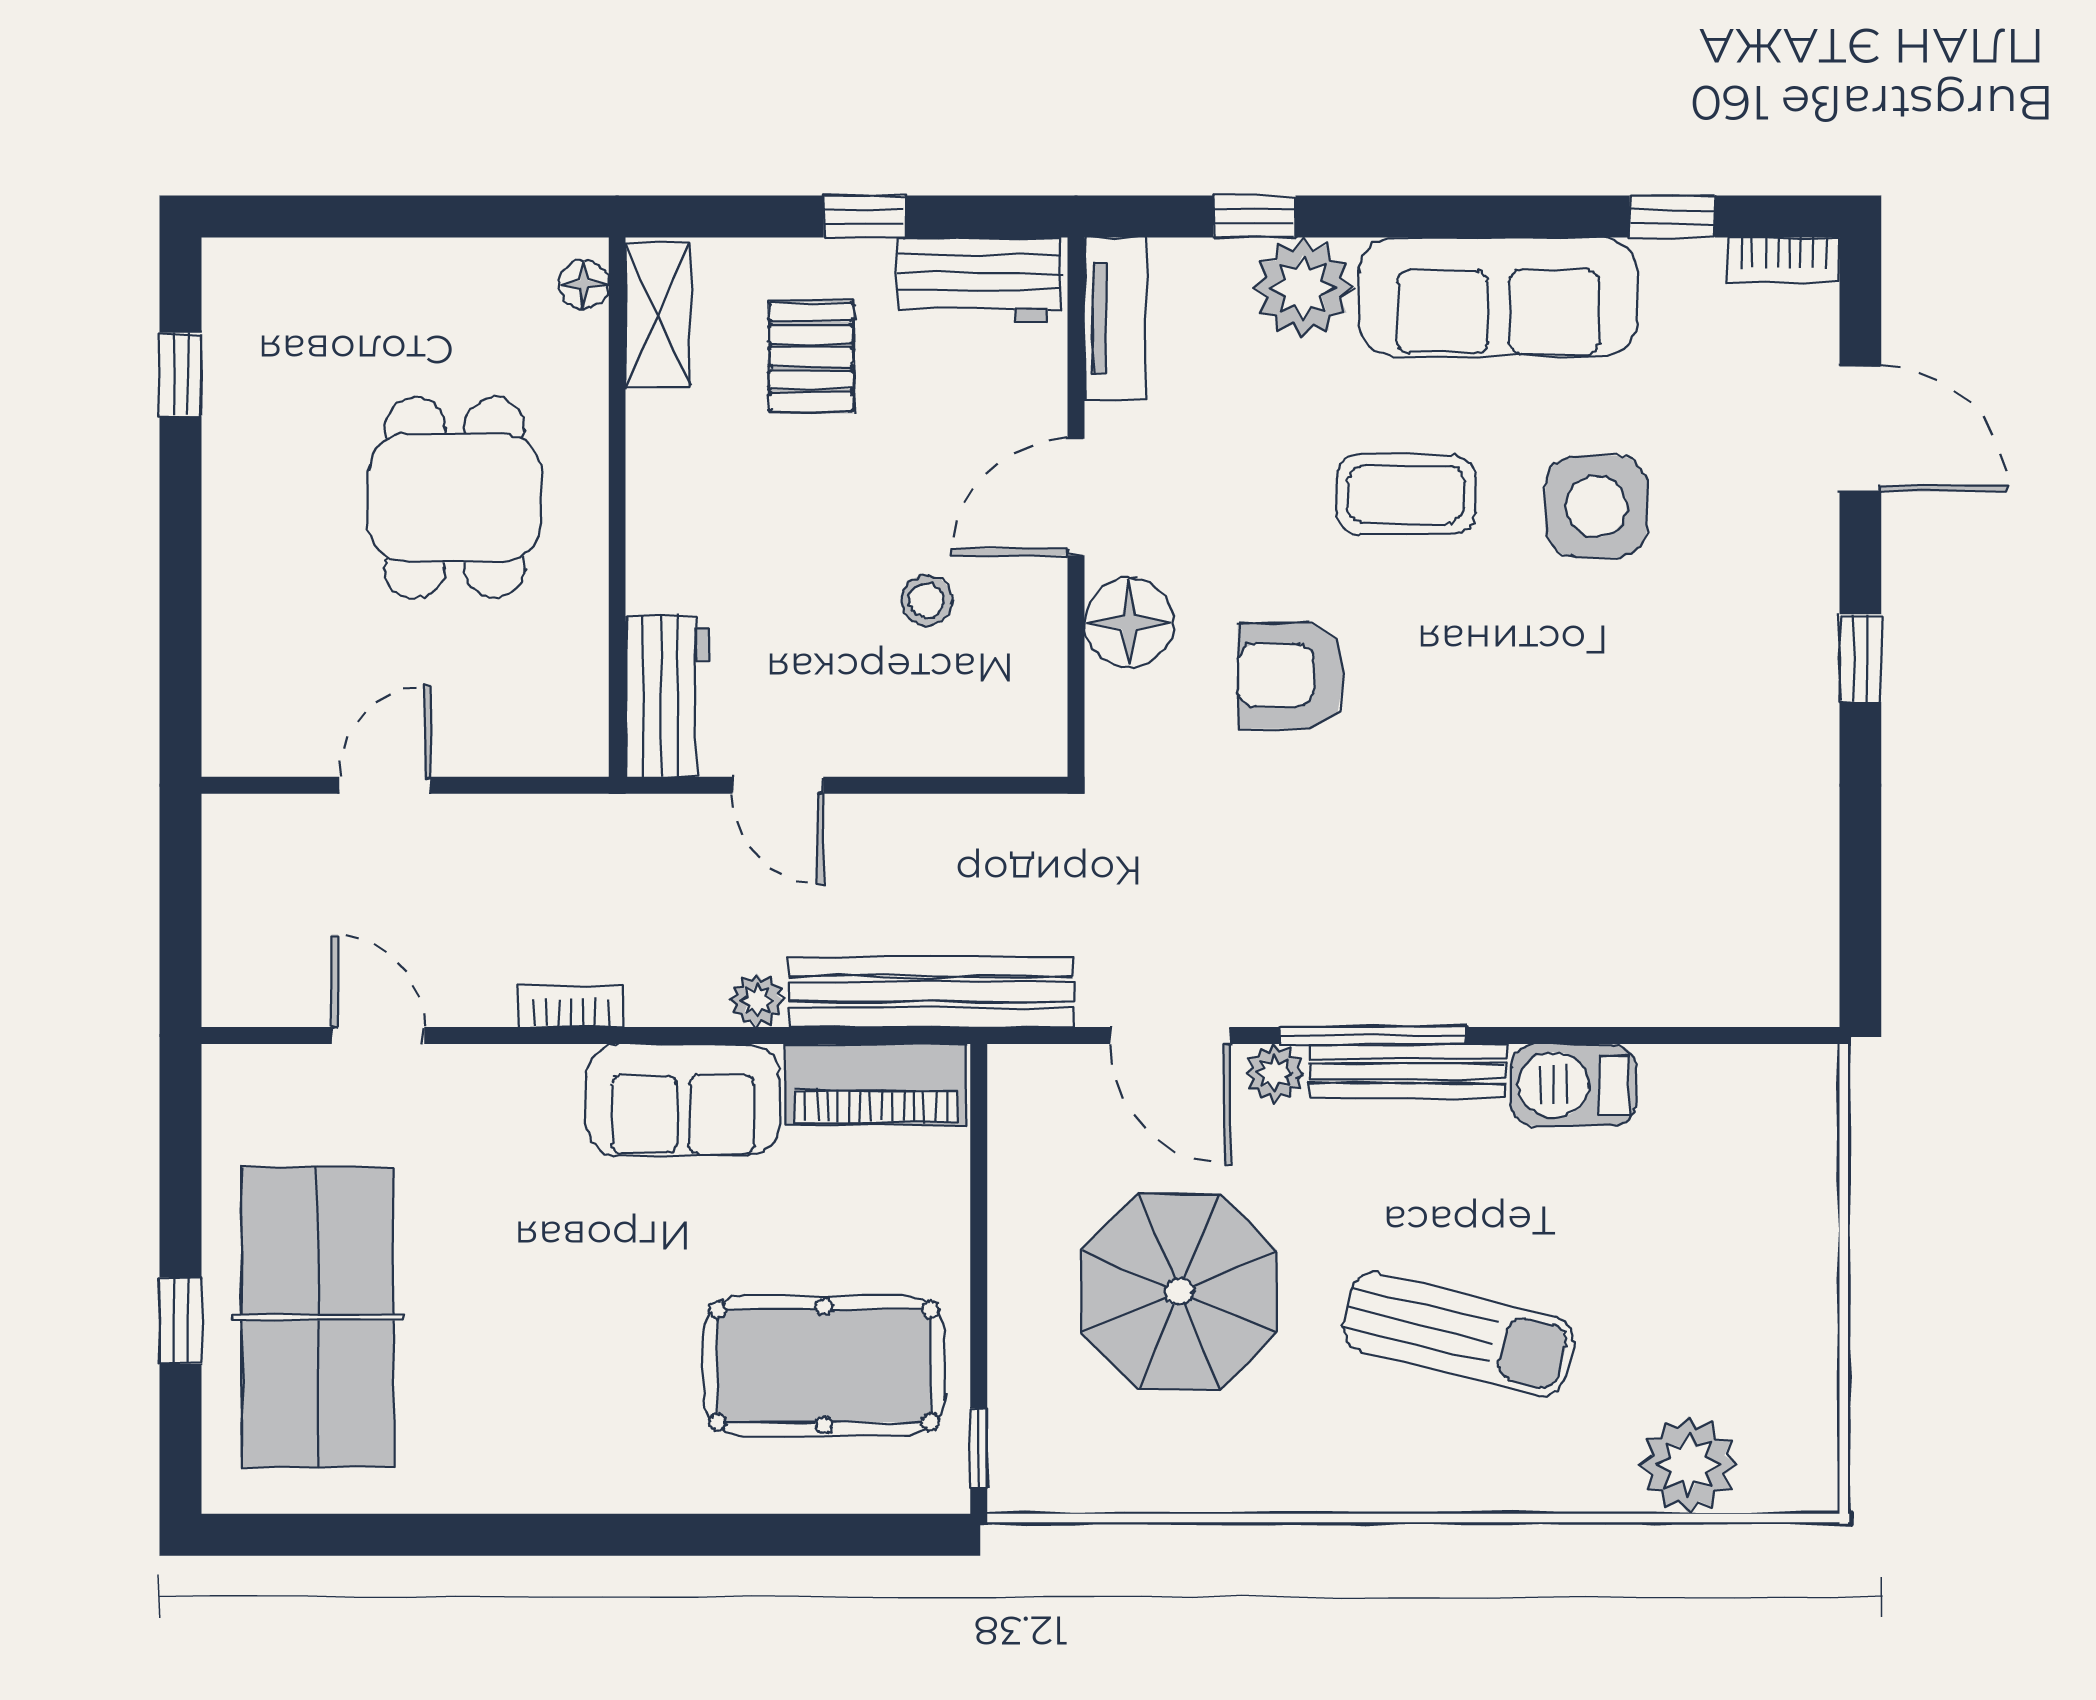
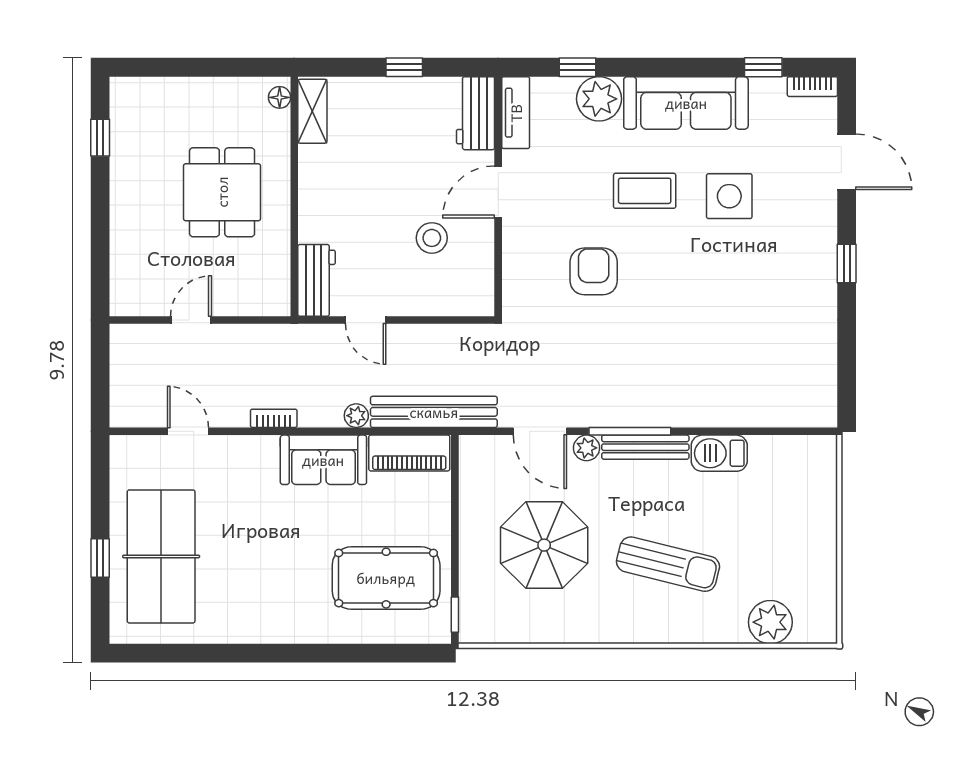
workbench: (979, 280) -> (476, 113), moved, turned 90
pallet: (811, 357) -> (380, 130), removed
stool: (927, 600) -> (432, 238), width x1.37, depth x1.37
floor lamp: (1129, 622) -> (522, 248), removed
armchair: (1291, 676) -> (594, 271), turned 90

